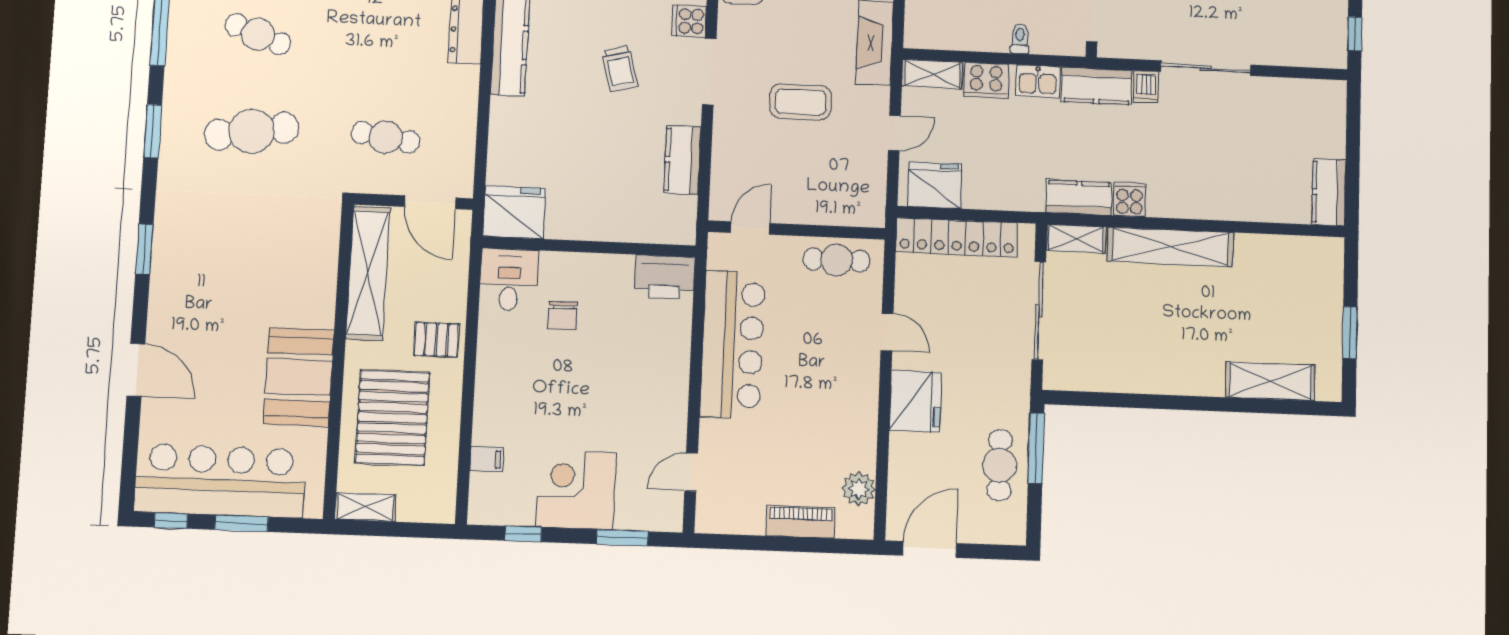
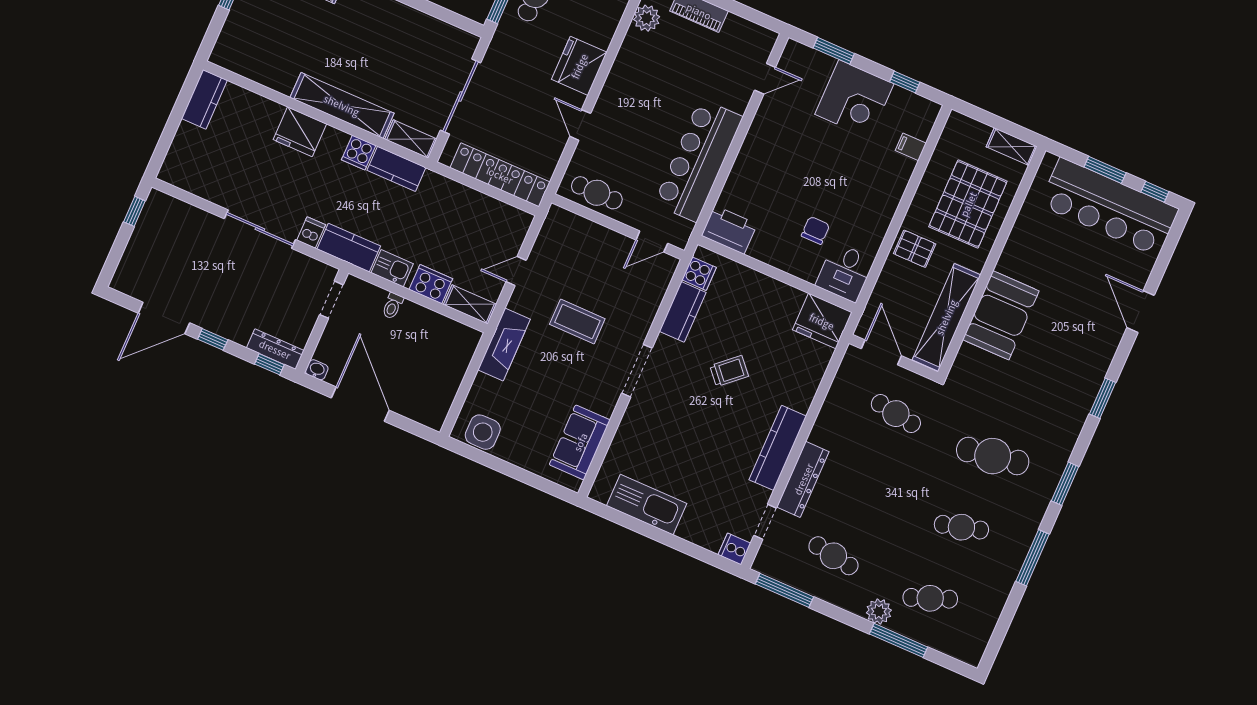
cooker: (689, 21) -> (699, 274), moved
cafe table: (258, 34) -> (961, 527), turned -36
trolley: (620, 69) -> (729, 371), moved, turned 62
fridge: (935, 185) -> (300, 132), moved
booth: (299, 377) -> (1001, 315), moved

